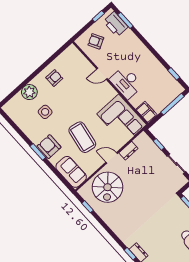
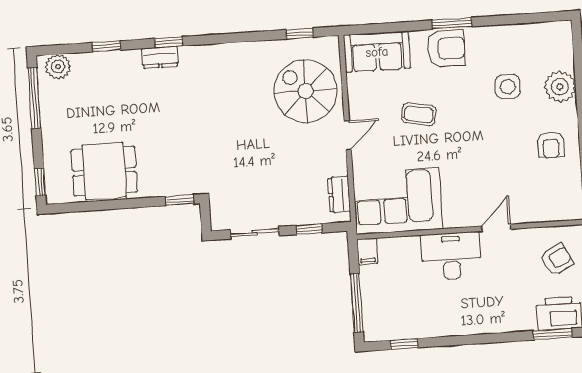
filing cabinet: (147, 112) -> (367, 251), width x0.50
coffee table: (82, 137) -> (419, 114), width x0.54, depth x0.58
dresser: (128, 151) -> (339, 194), moved

